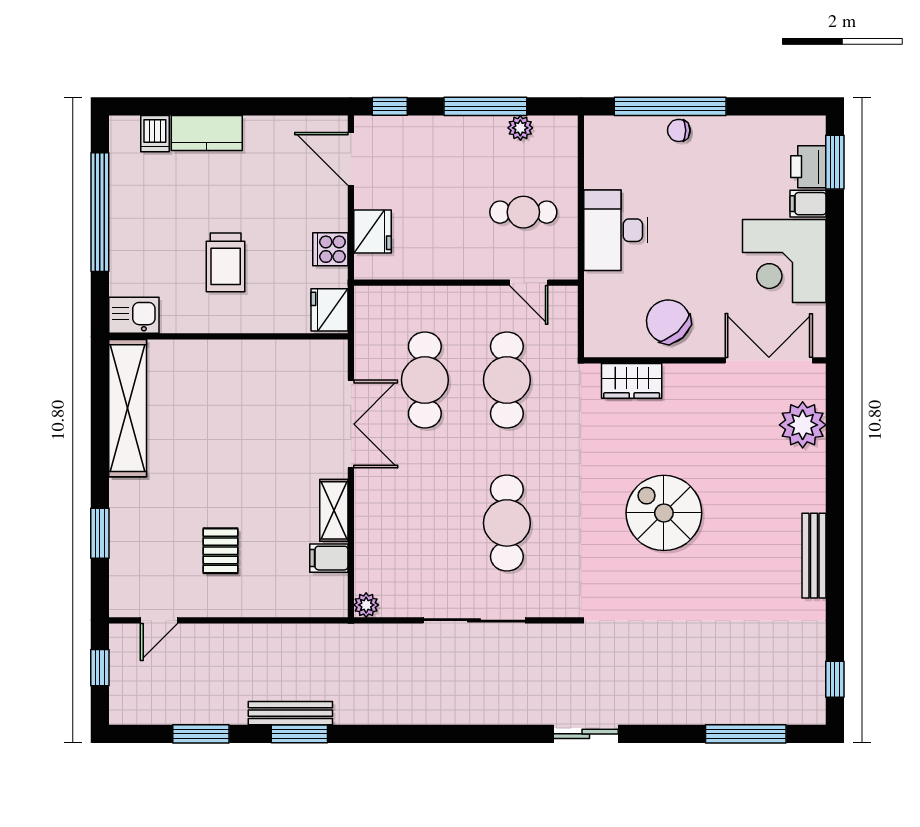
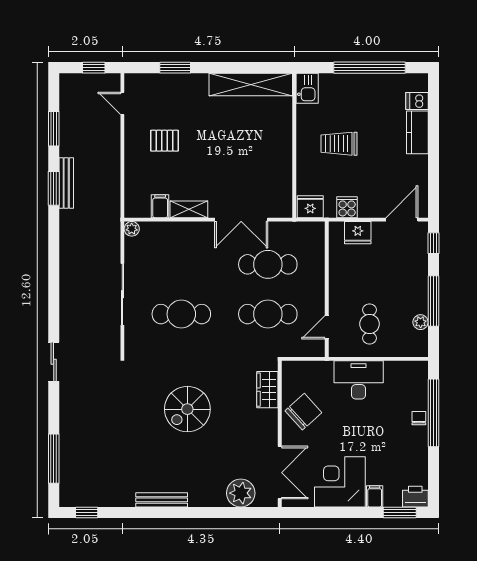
printer: (808, 167) -> (415, 497), moved
spiral stairs: (664, 513) -> (187, 409), turned 180

